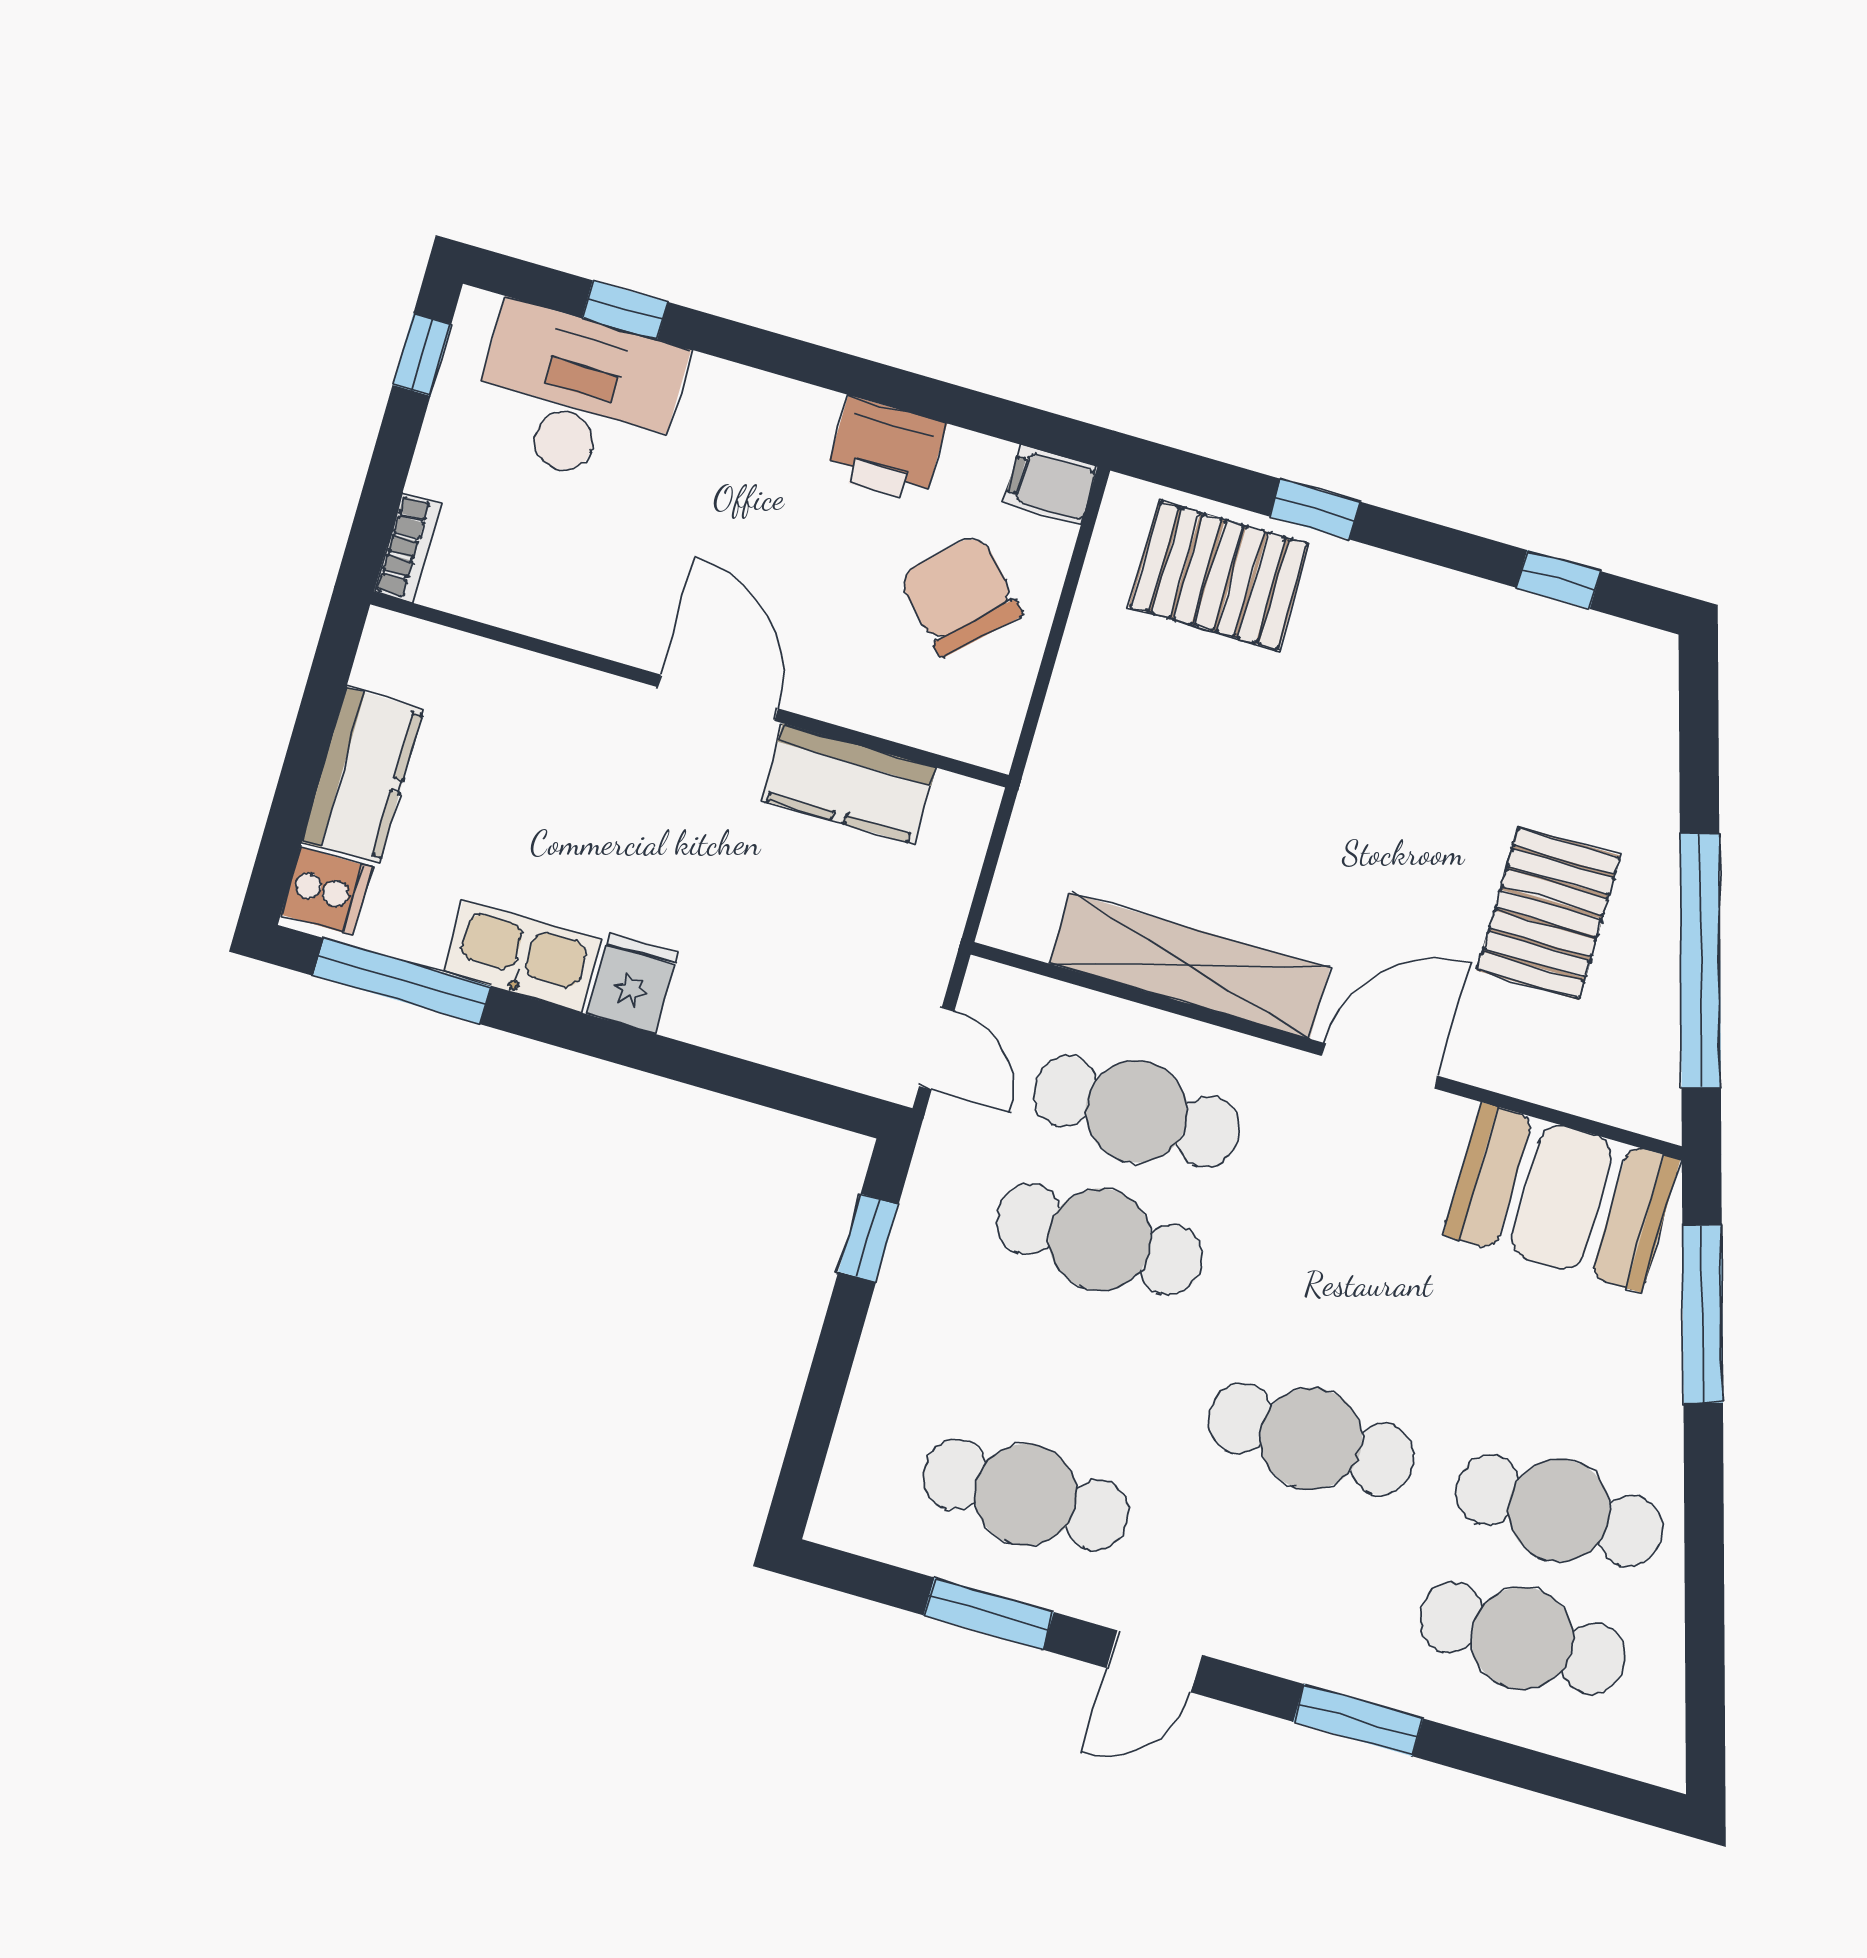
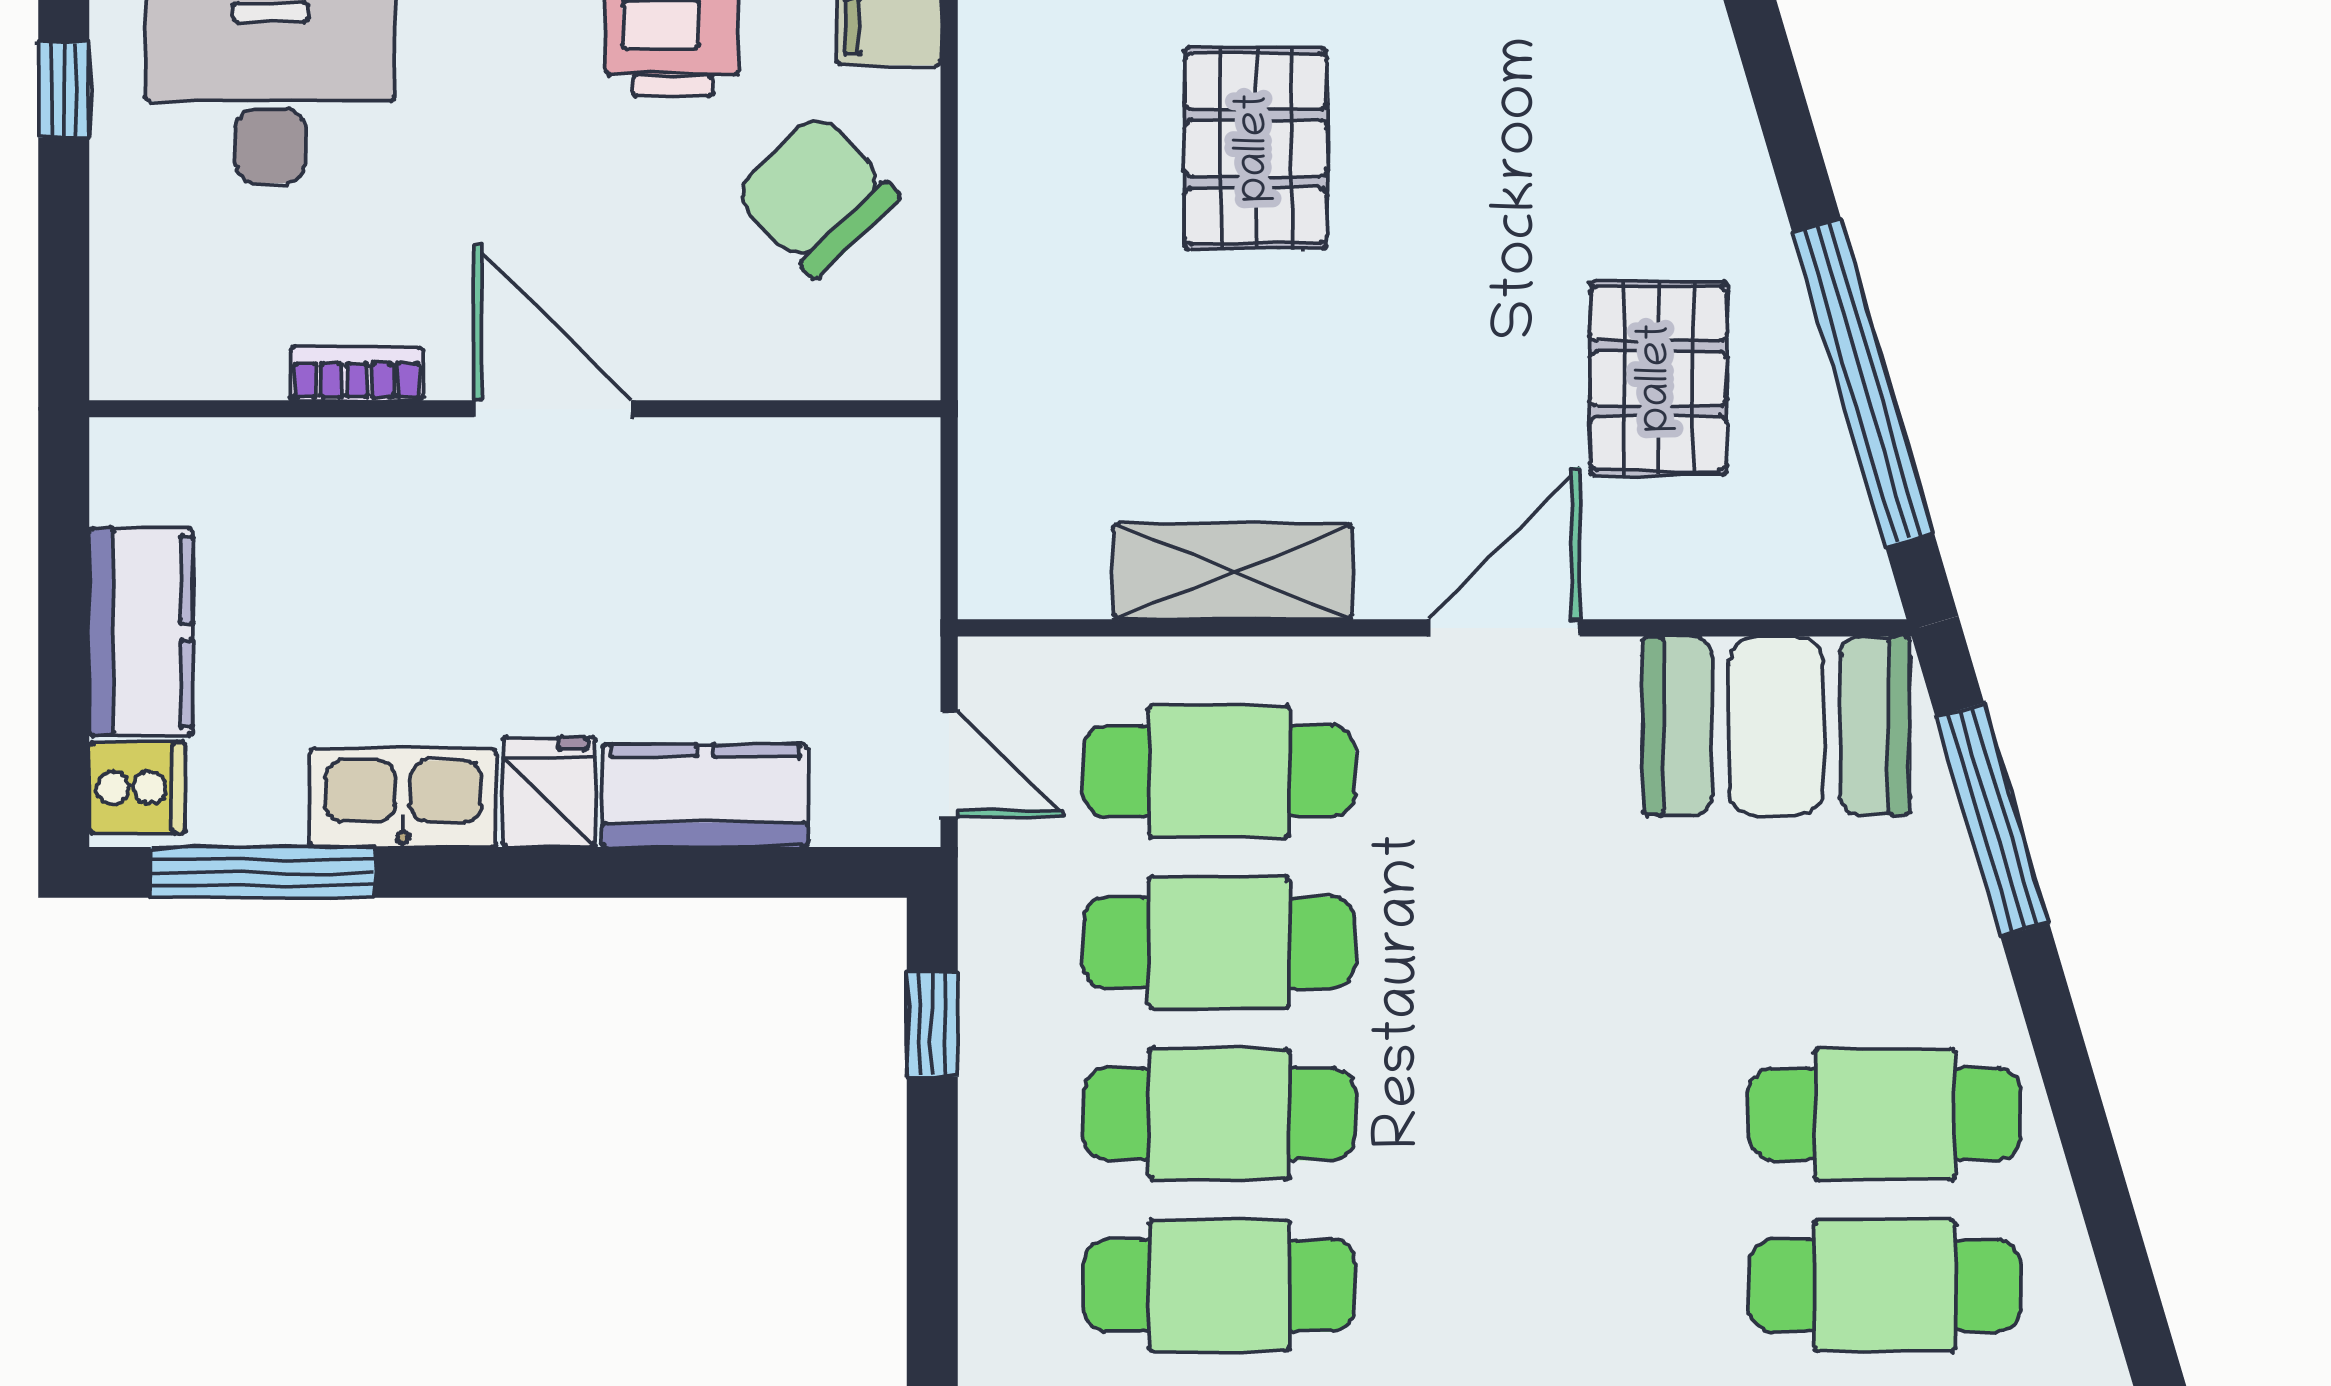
bookcase: (408, 548) -> (357, 374), moved, turned -90
pallet: (1219, 575) -> (1256, 148), moved, turned 90
kitchen counter: (848, 784) -> (705, 796), moved, turned 180
shelving: (1190, 966) -> (1233, 572), width x0.68
cafe table: (1311, 1439) -> (1219, 1114), moved

